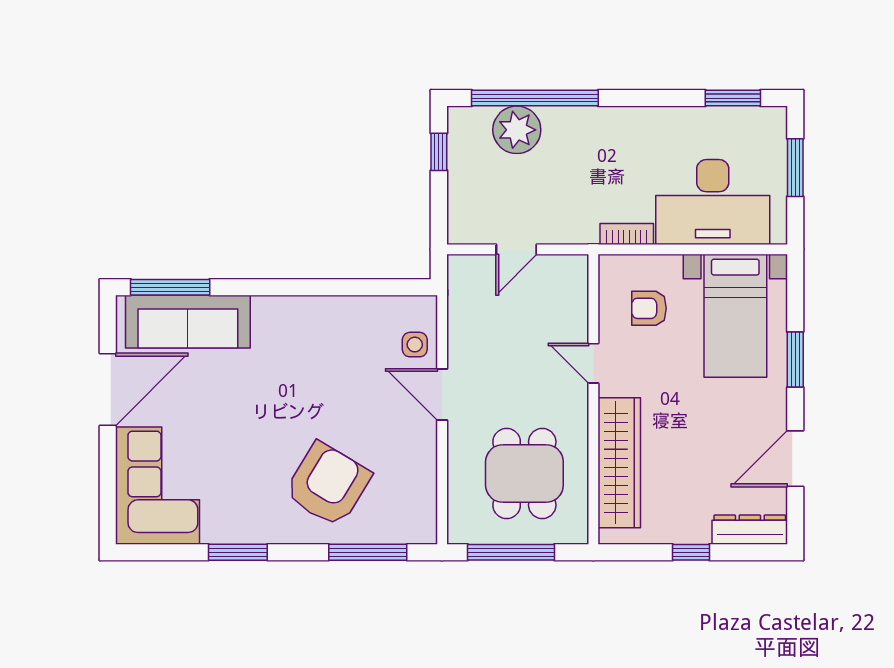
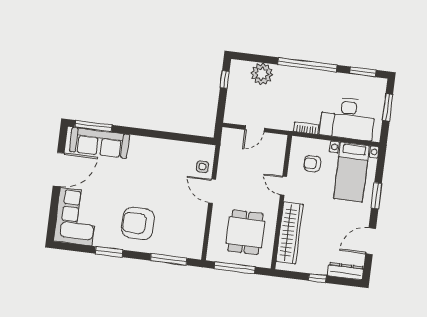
window: (535, 98) -> (307, 65), moved
armchair: (328, 484) -> (138, 223), moved, turned -121

